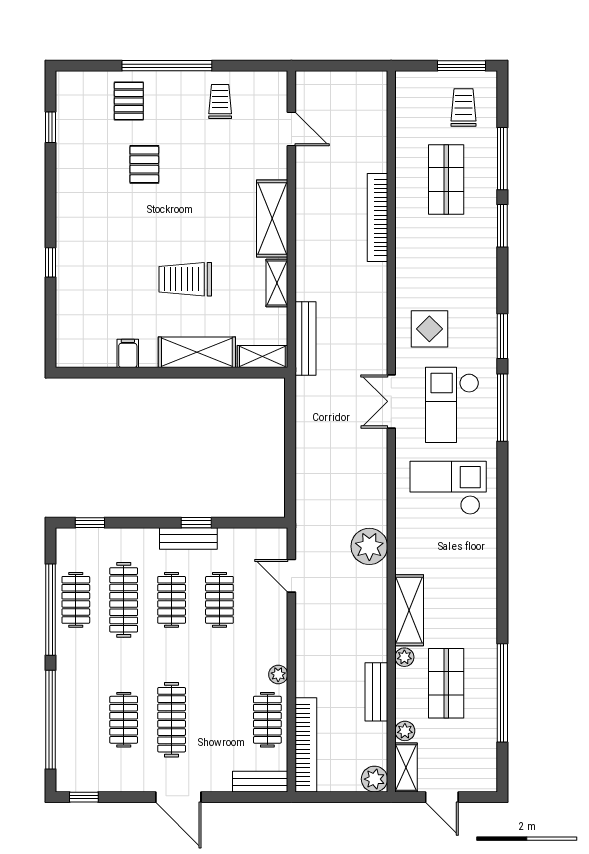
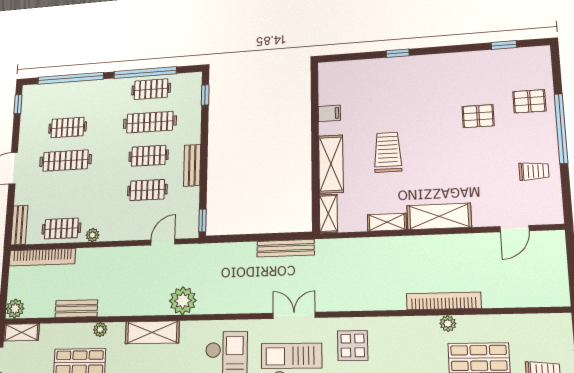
bench: (305, 339) -> (286, 248), moved
window: (196, 523) -> (202, 220), moved
shelving: (409, 610) -> (152, 332), moved
plant: (405, 731) -> (448, 323), moved

